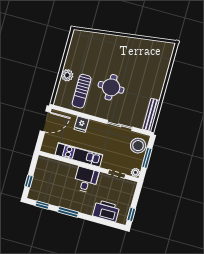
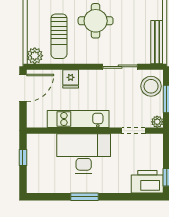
plant: (67, 75) -> (35, 56), moved
desk: (86, 180) -> (84, 153), width x1.87, depth x1.30
window: (29, 181) -> (23, 157), moved
window: (42, 205) -> (49, 197), removed
printer: (106, 211) -> (147, 182), moved

